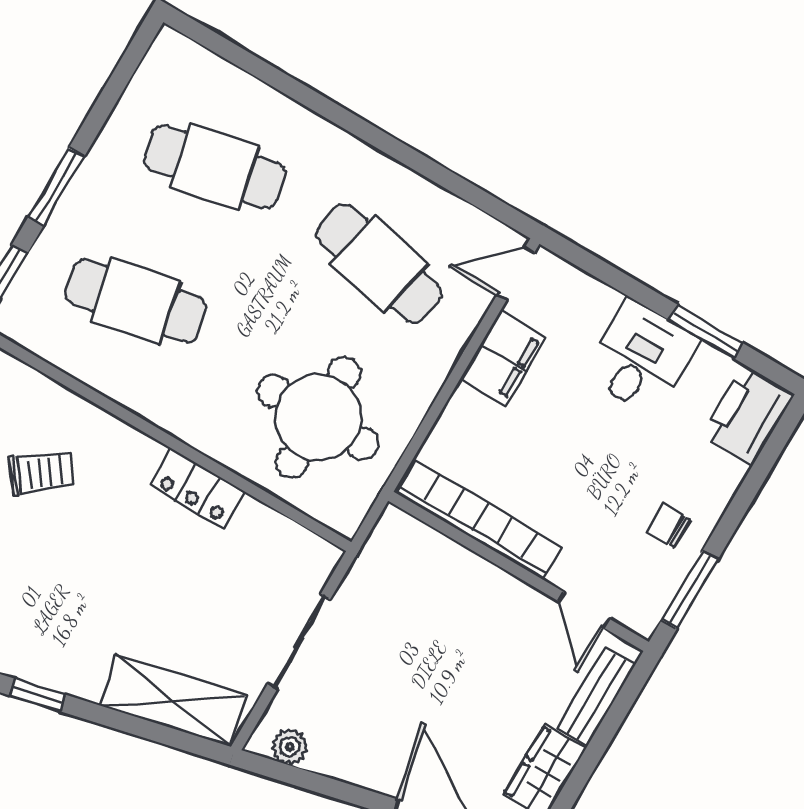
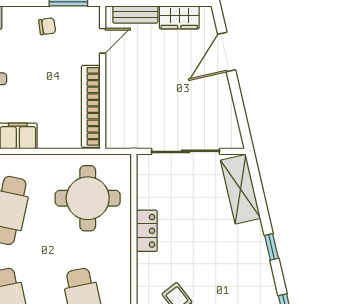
chair: (668, 526) -> (47, 26), turned -98
sliding door: (299, 642) -> (186, 151), width x1.37
plant: (290, 747) -> (231, 129), removed

